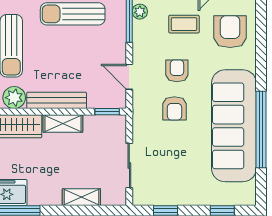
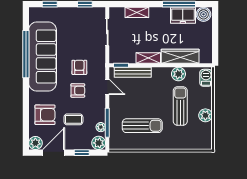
armchair: (230, 32) -> (45, 115), turned -90
armchair: (177, 71) -> (78, 90), turned -90
bench: (57, 100) -> (133, 72), moved

